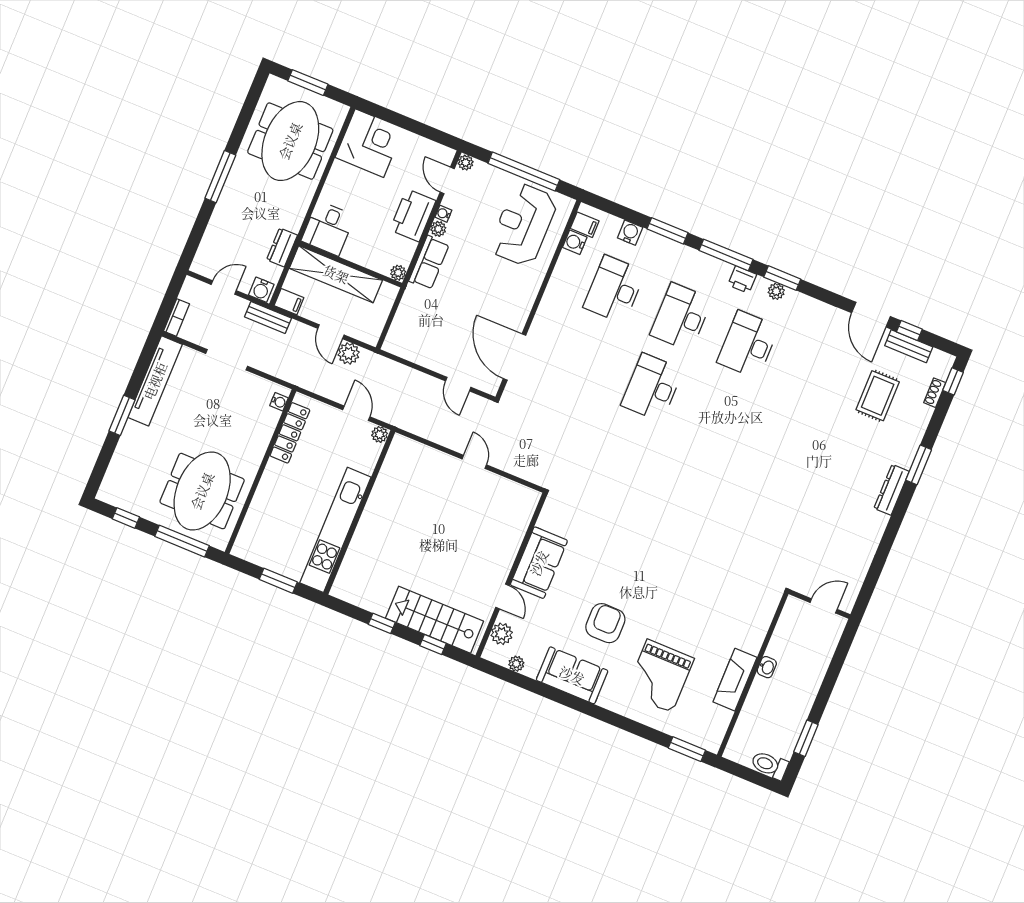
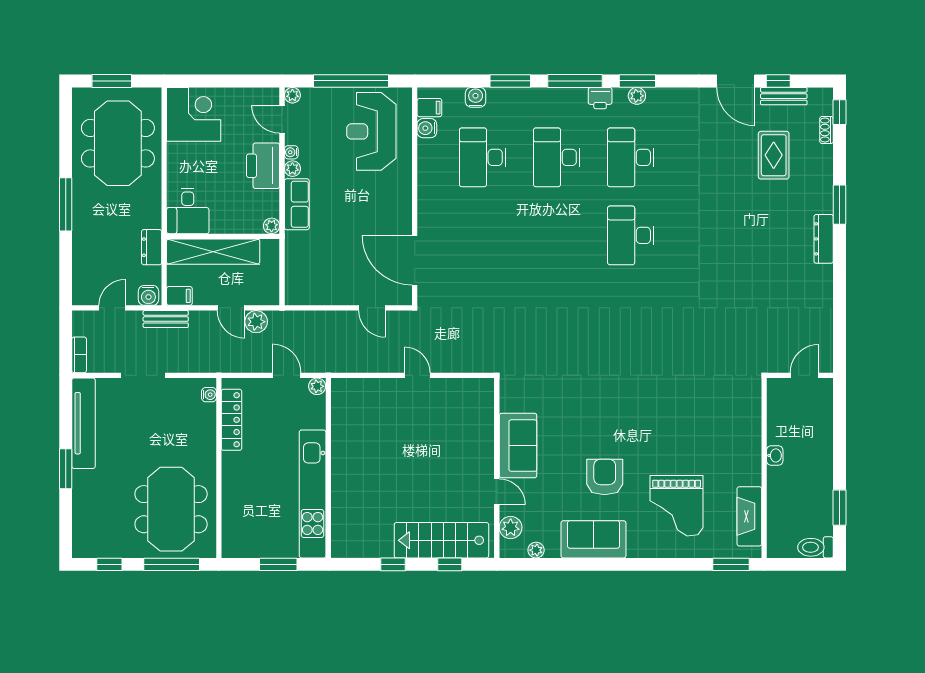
desk: (652, 387) -> (631, 235), moved
fireplace: (735, 680) -> (749, 516), moved

